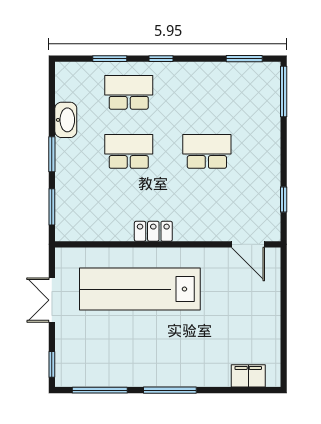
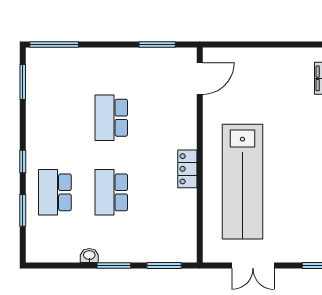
washbasin: (66, 120) -> (89, 256), width x0.52, depth x0.69
window: (284, 200) -> (157, 45), width x1.50

